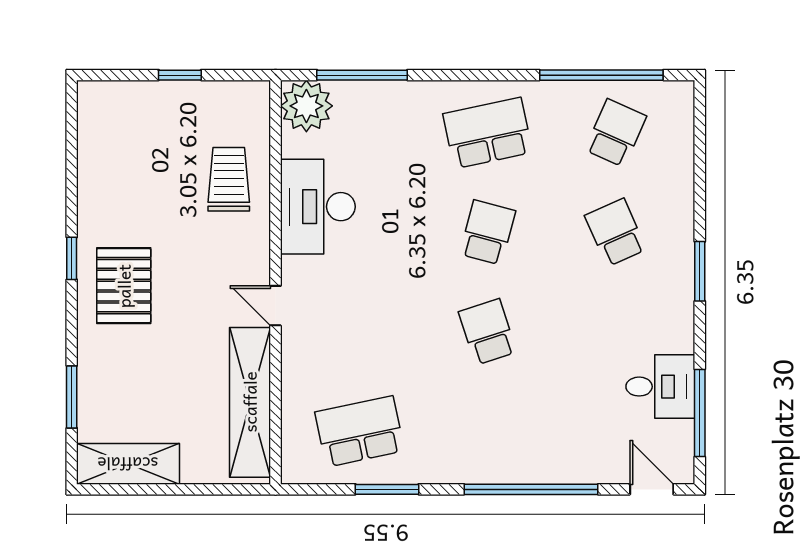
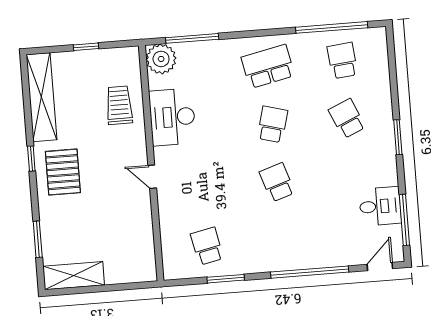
school desk: (616, 133) -> (342, 61), turned -30
shelving: (250, 402) -> (41, 97), moved
school desk: (360, 431) -> (207, 246), width x0.54
door: (652, 489) -> (380, 267), hinge flipped

